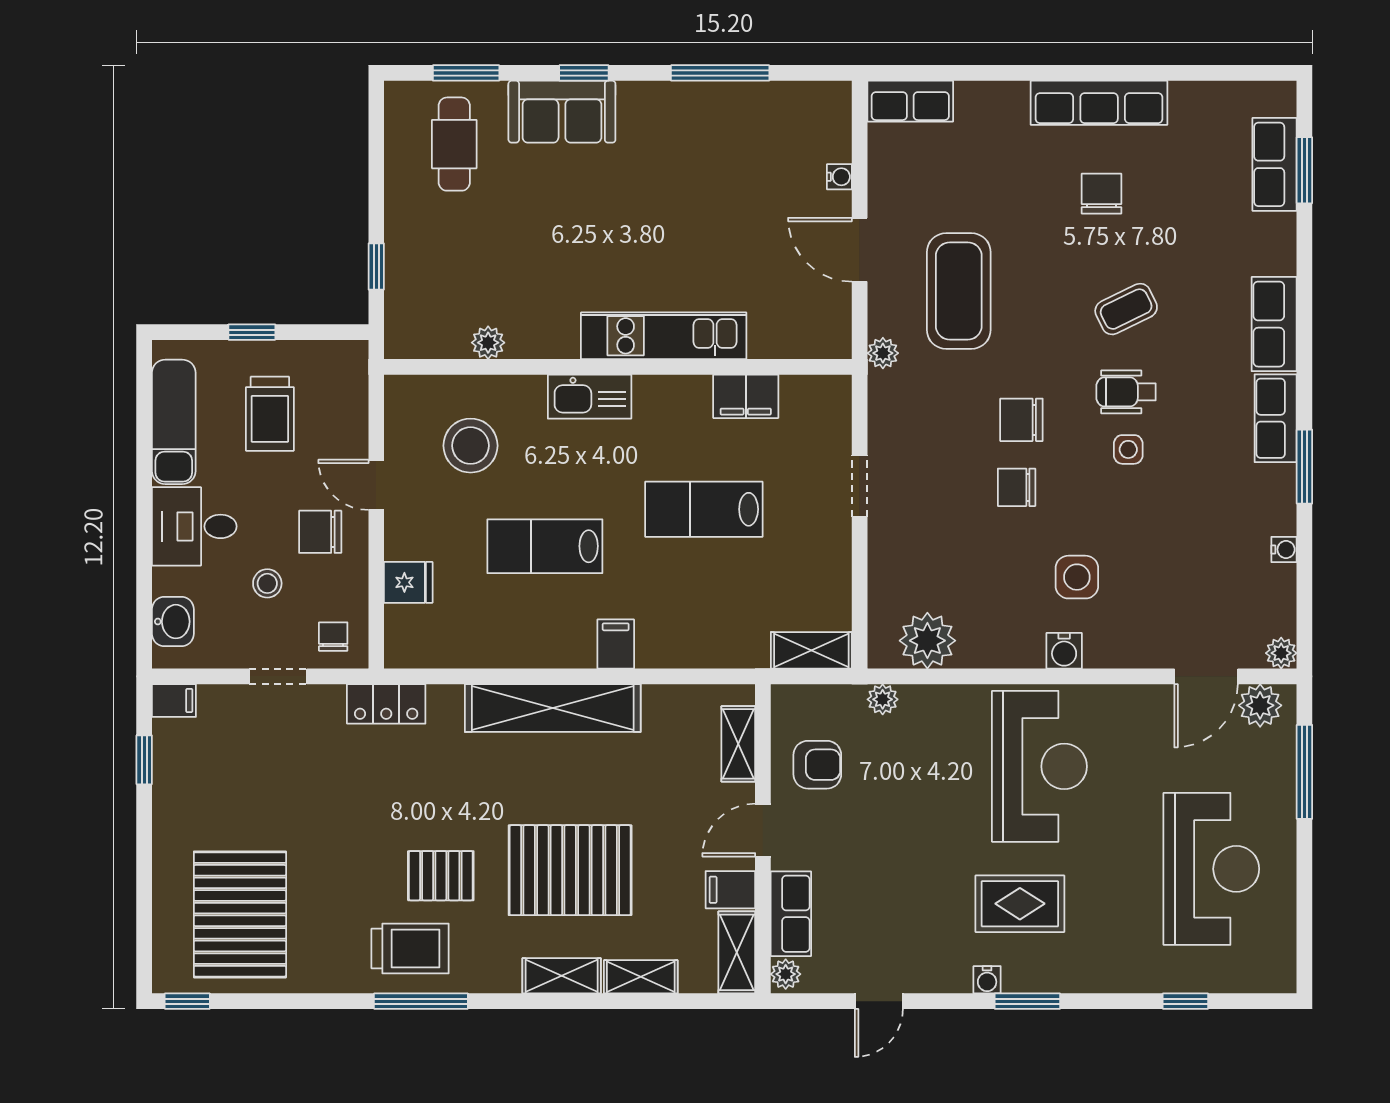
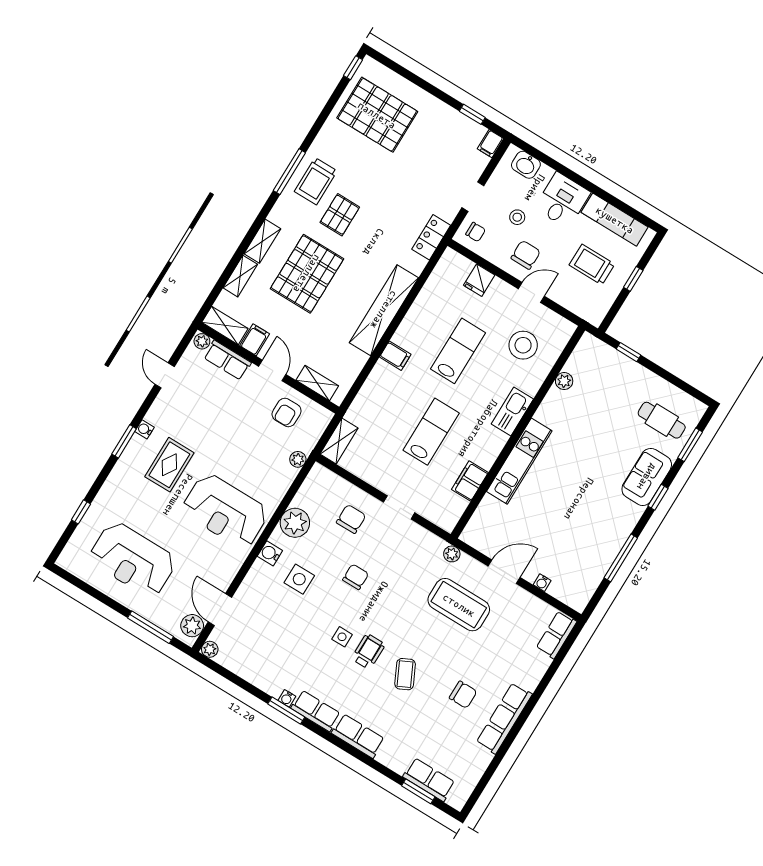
chair: (1021, 420) -> (351, 519), moved
water cooler: (1284, 549) -> (287, 698), moved
plant: (927, 641) -> (295, 523), moved

